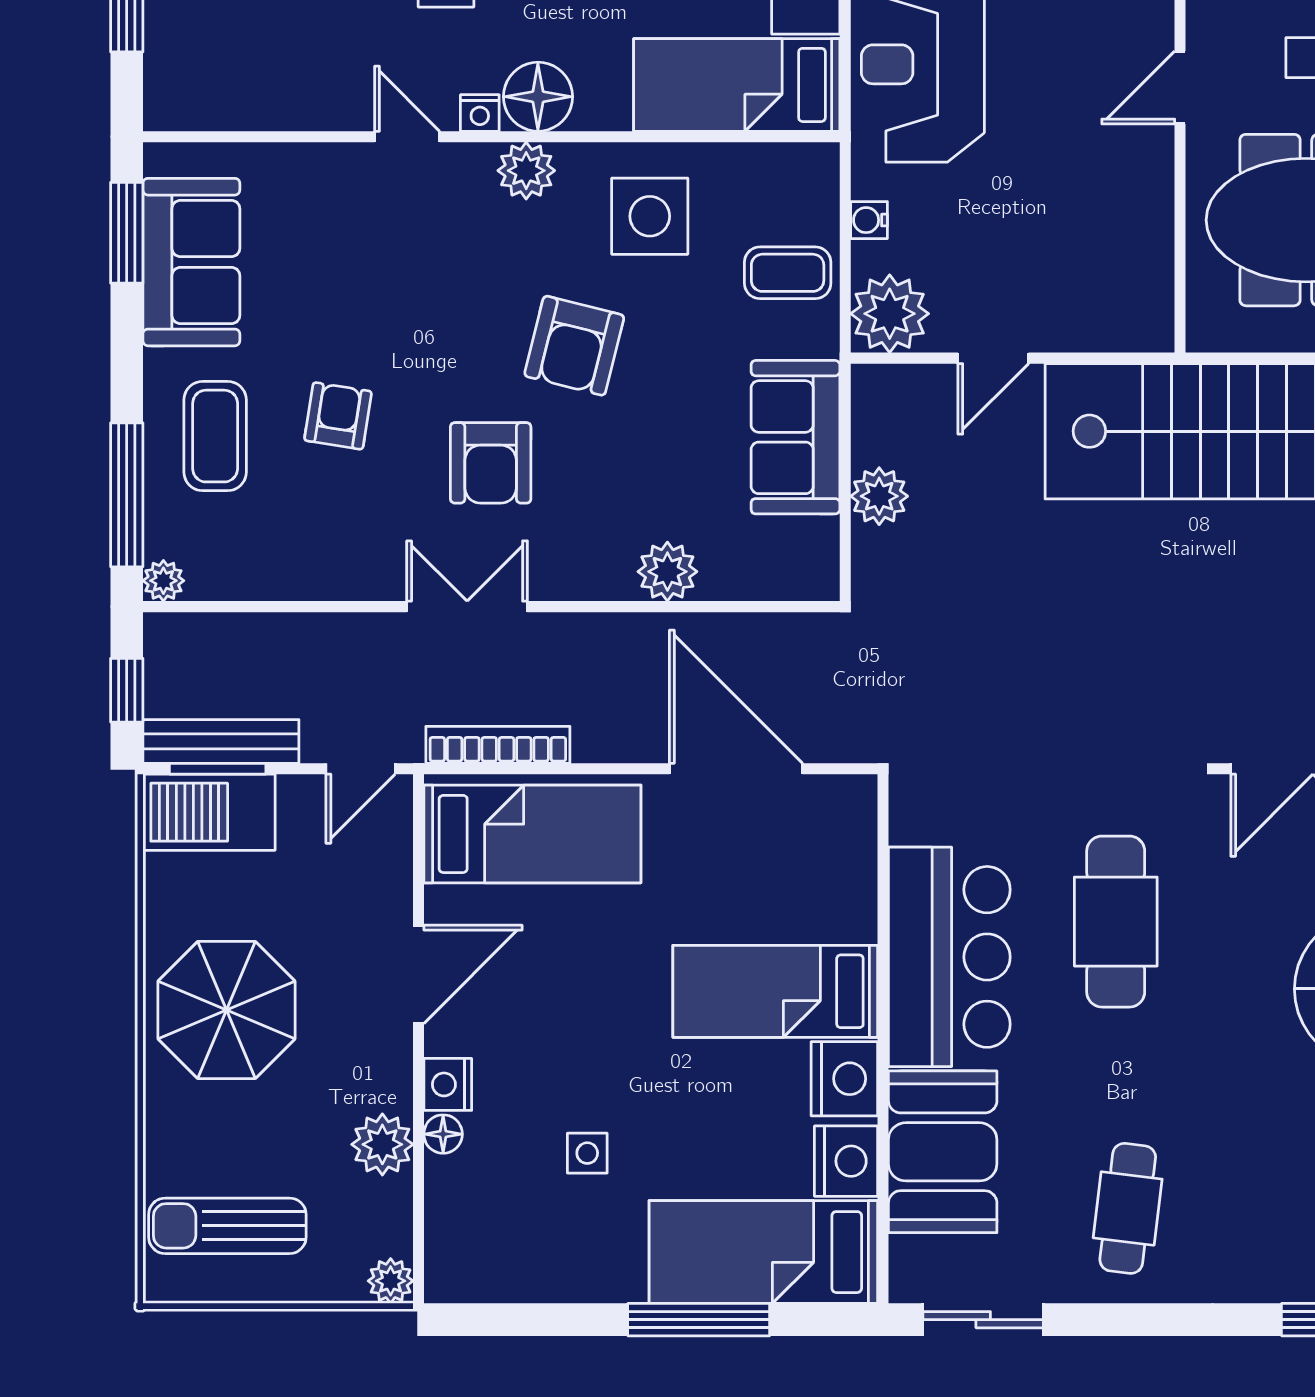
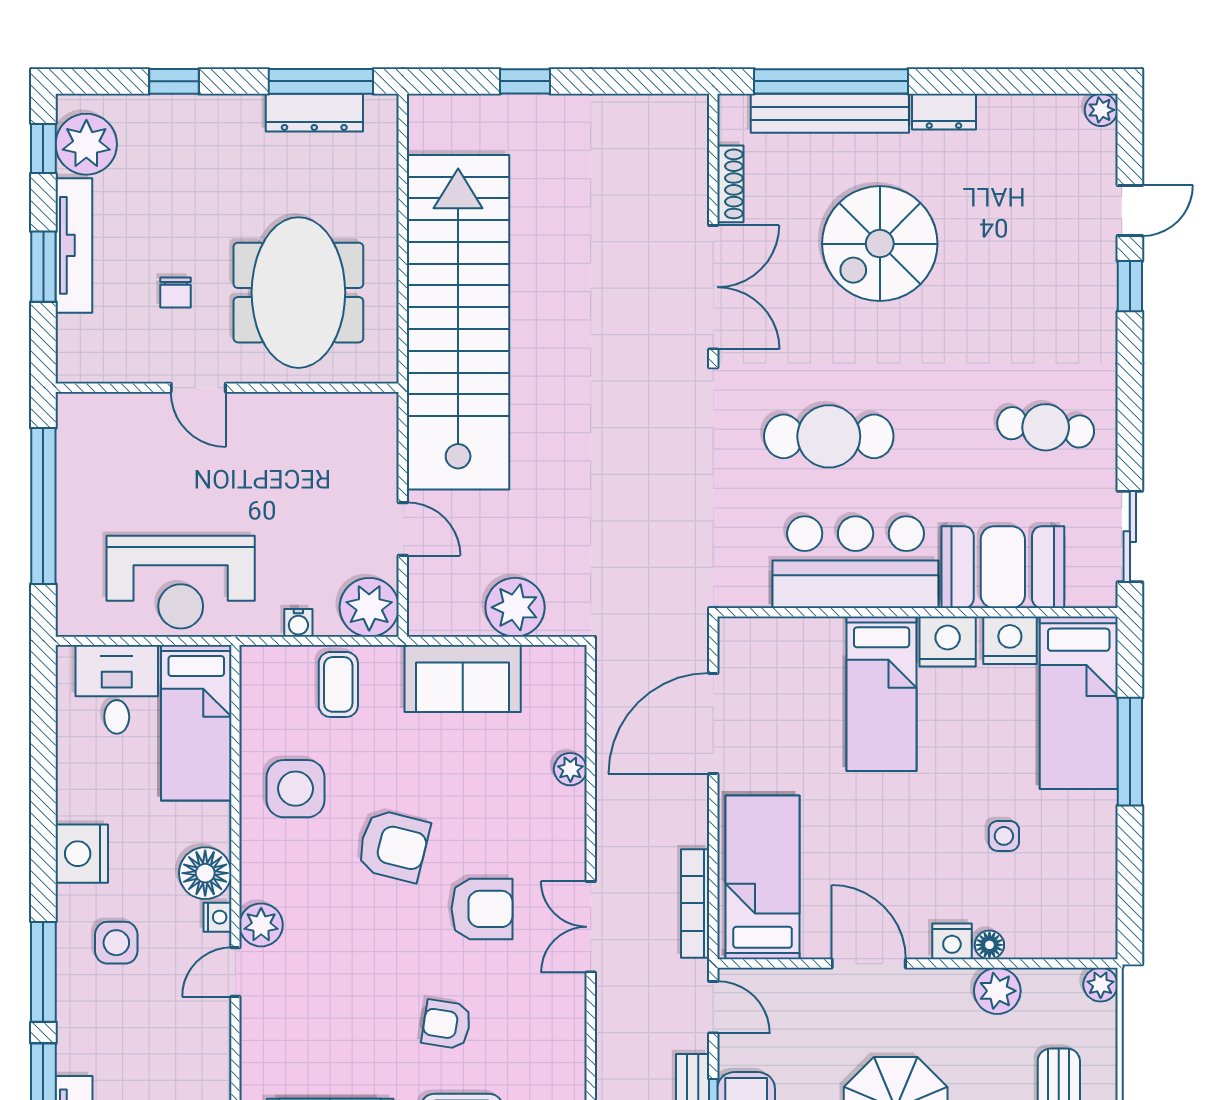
plant: (526, 171) -> (261, 925), moved
plant: (879, 496) -> (515, 607), width x1.36, depth x1.36
plant: (667, 572) -> (570, 769), width x0.73, depth x0.73

